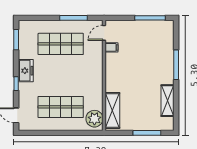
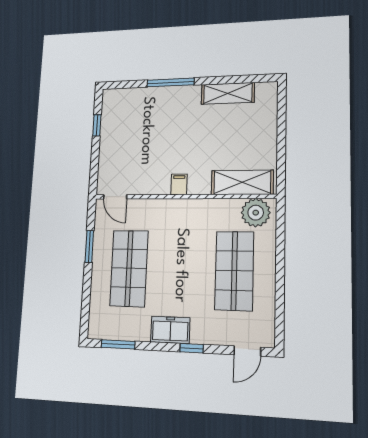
window: (73, 18) -> (89, 246), width x0.69
window: (150, 18) -> (97, 125), width x0.46
filing cabinet: (112, 47) -> (179, 184), moved
window: (147, 133) -> (281, 125), removed

